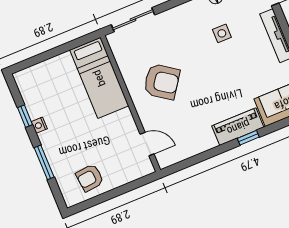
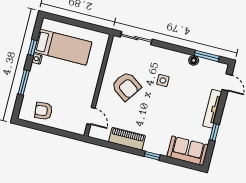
side table: (222, 33) -> (163, 80), moved
bed: (99, 78) -> (63, 47), moved, turned -90
piano: (238, 127) -> (127, 139), moved

